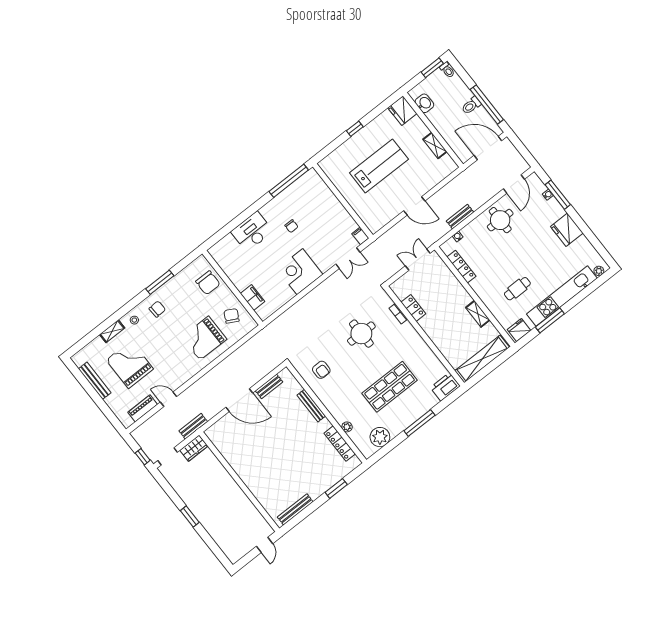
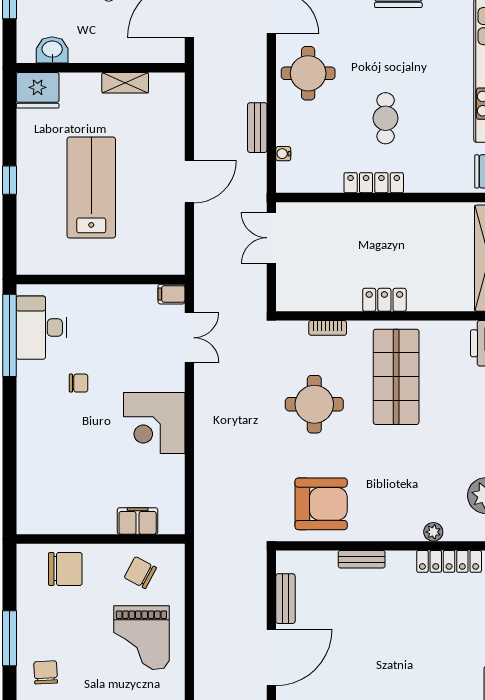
desk: (252, 232) -> (41, 328), moved
locker: (461, 267) -> (374, 183), moved
cafe table: (517, 289) -> (386, 118), moved
locker: (413, 308) -> (384, 300), moved
shelving: (478, 314) -> (419, 213), removed
armchair: (321, 370) -> (321, 504), width x1.88, depth x1.88
shop shelf: (390, 387) -> (396, 377), moved
bench: (311, 406) -> (362, 559), width x0.73

